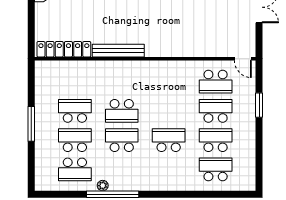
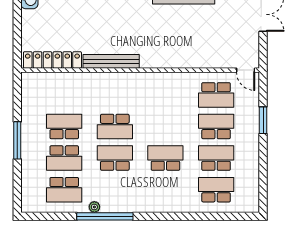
school desk: (75, 140) -> (64, 158), turned 180

